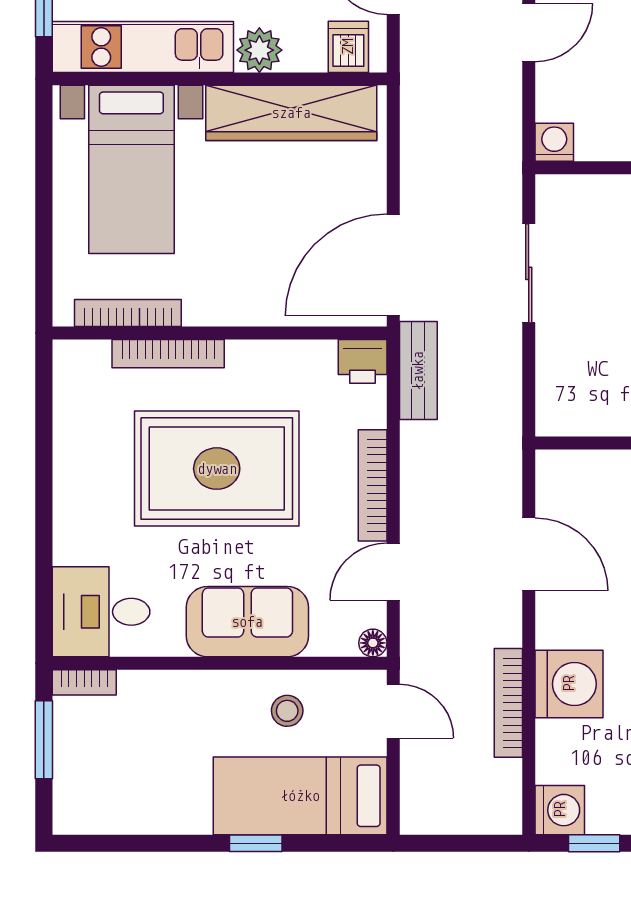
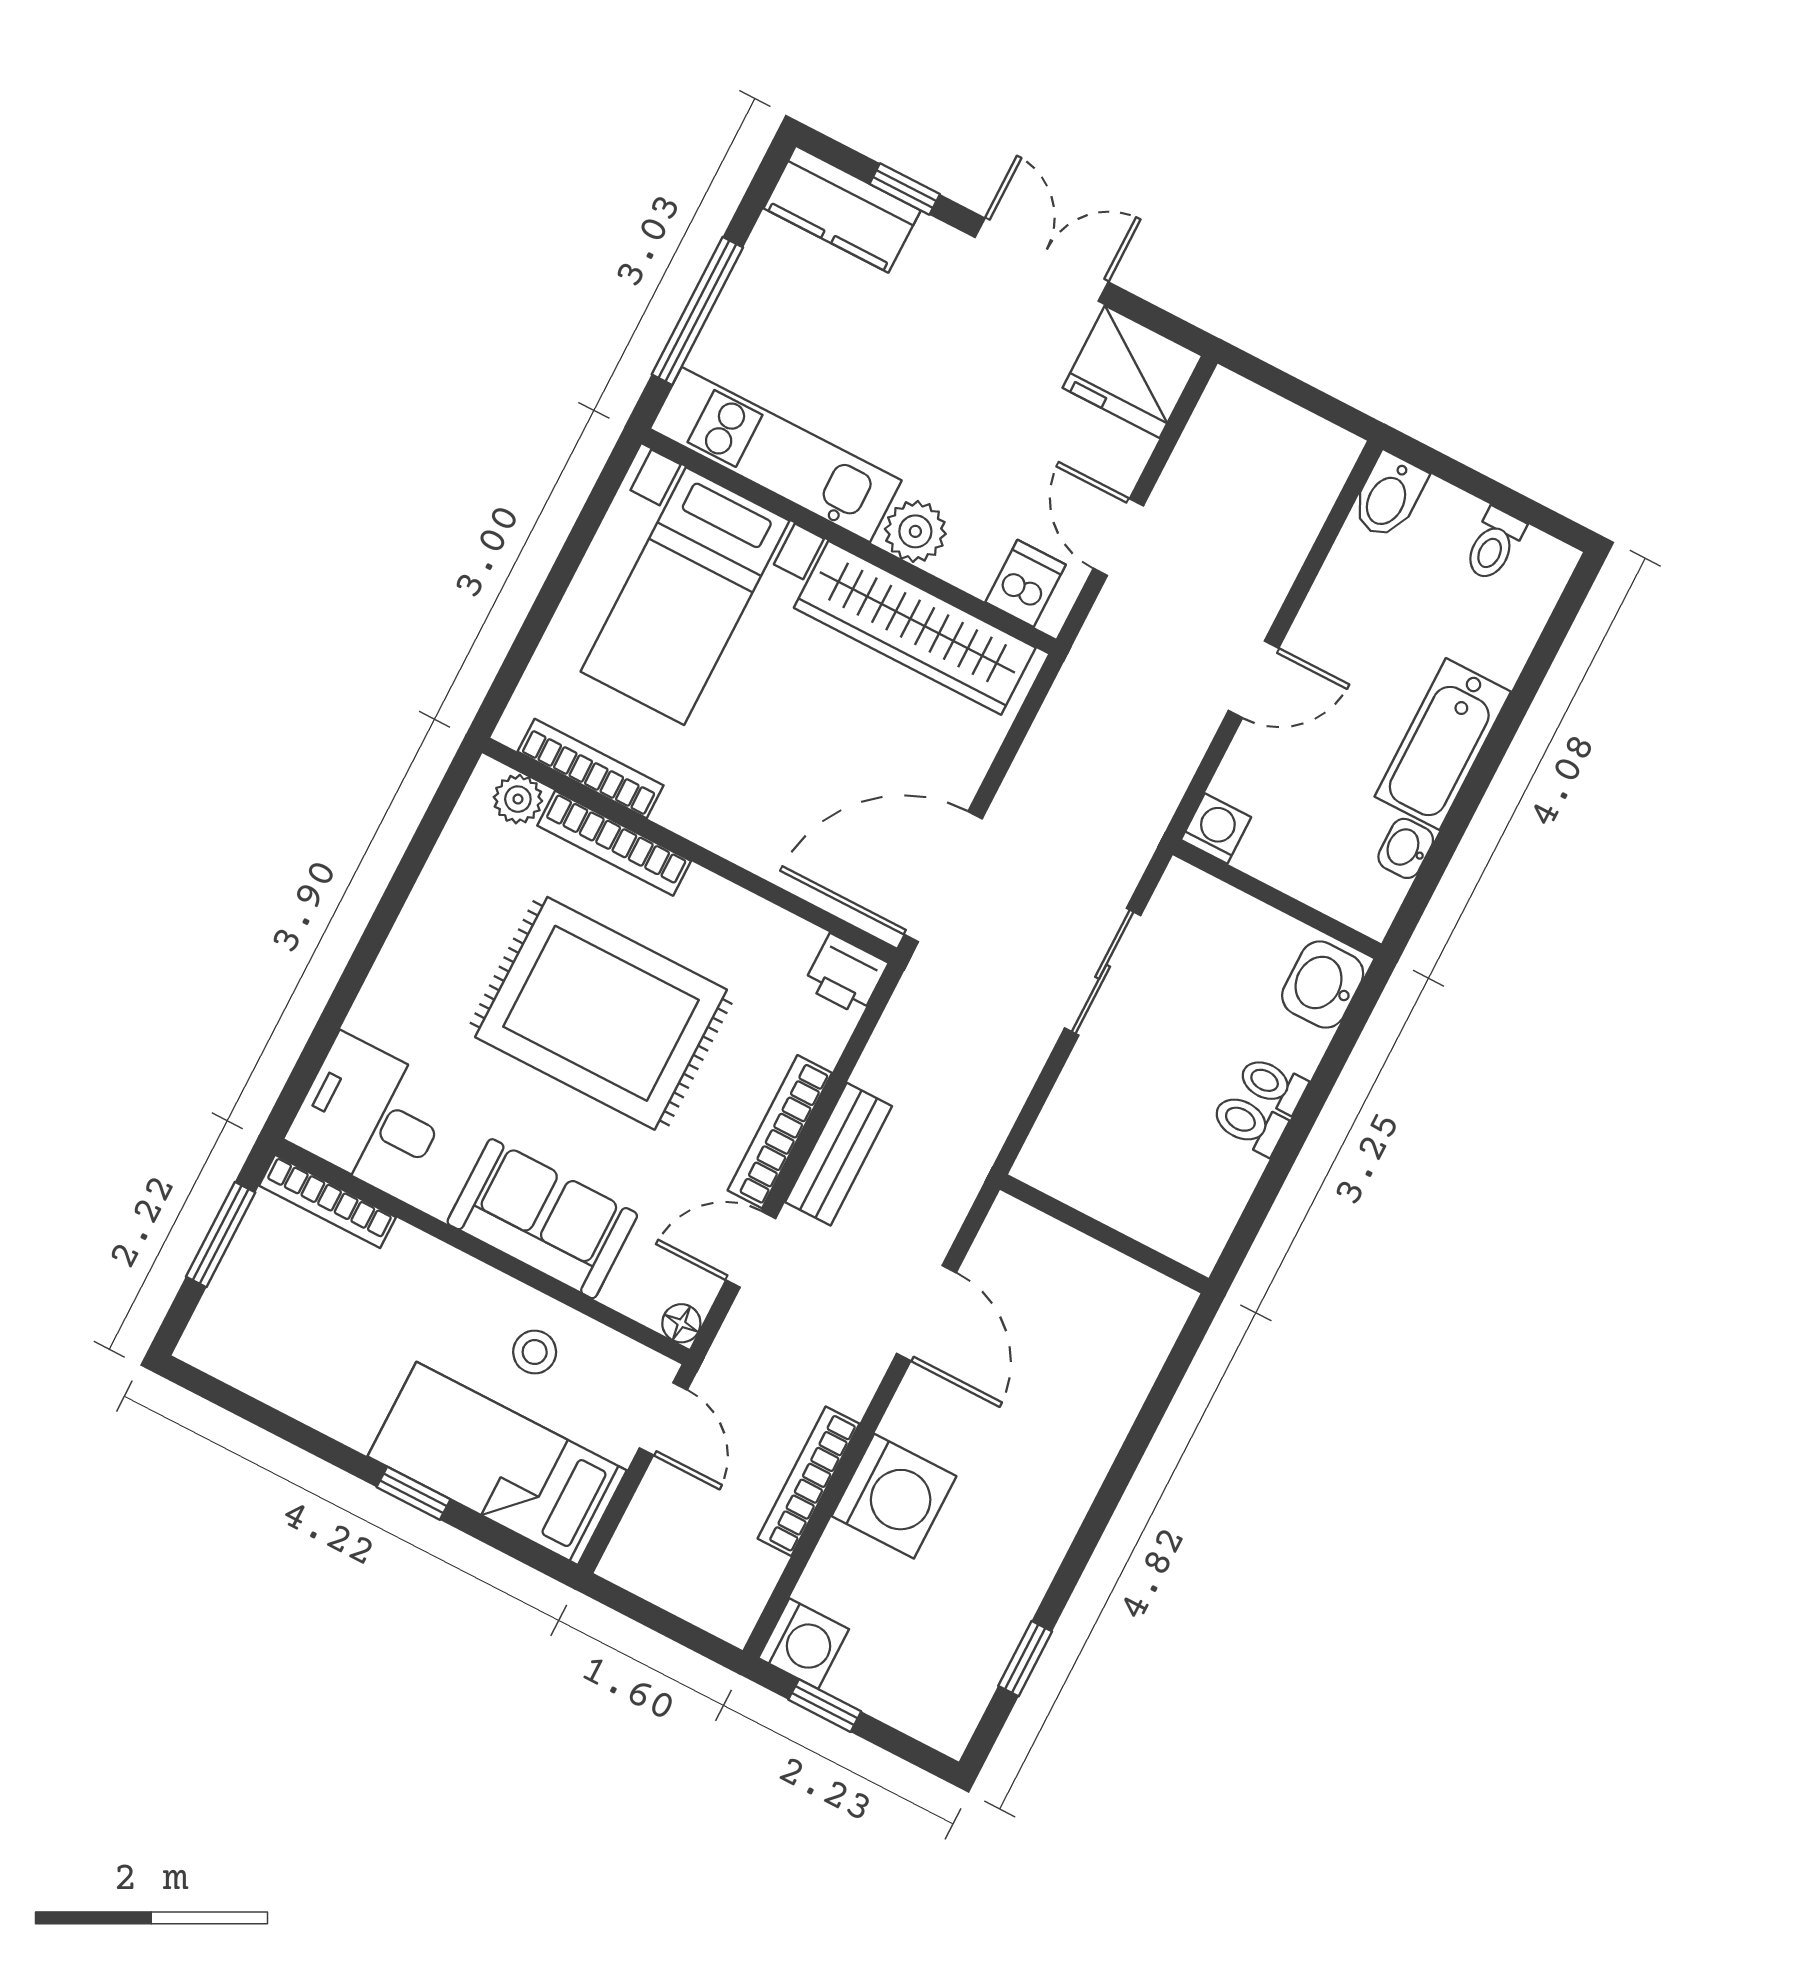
plant: (91, 357) -> (518, 799), added
bench: (418, 371) -> (839, 1154), moved
bookcase: (84, 682) -> (328, 1201), width x1.56

